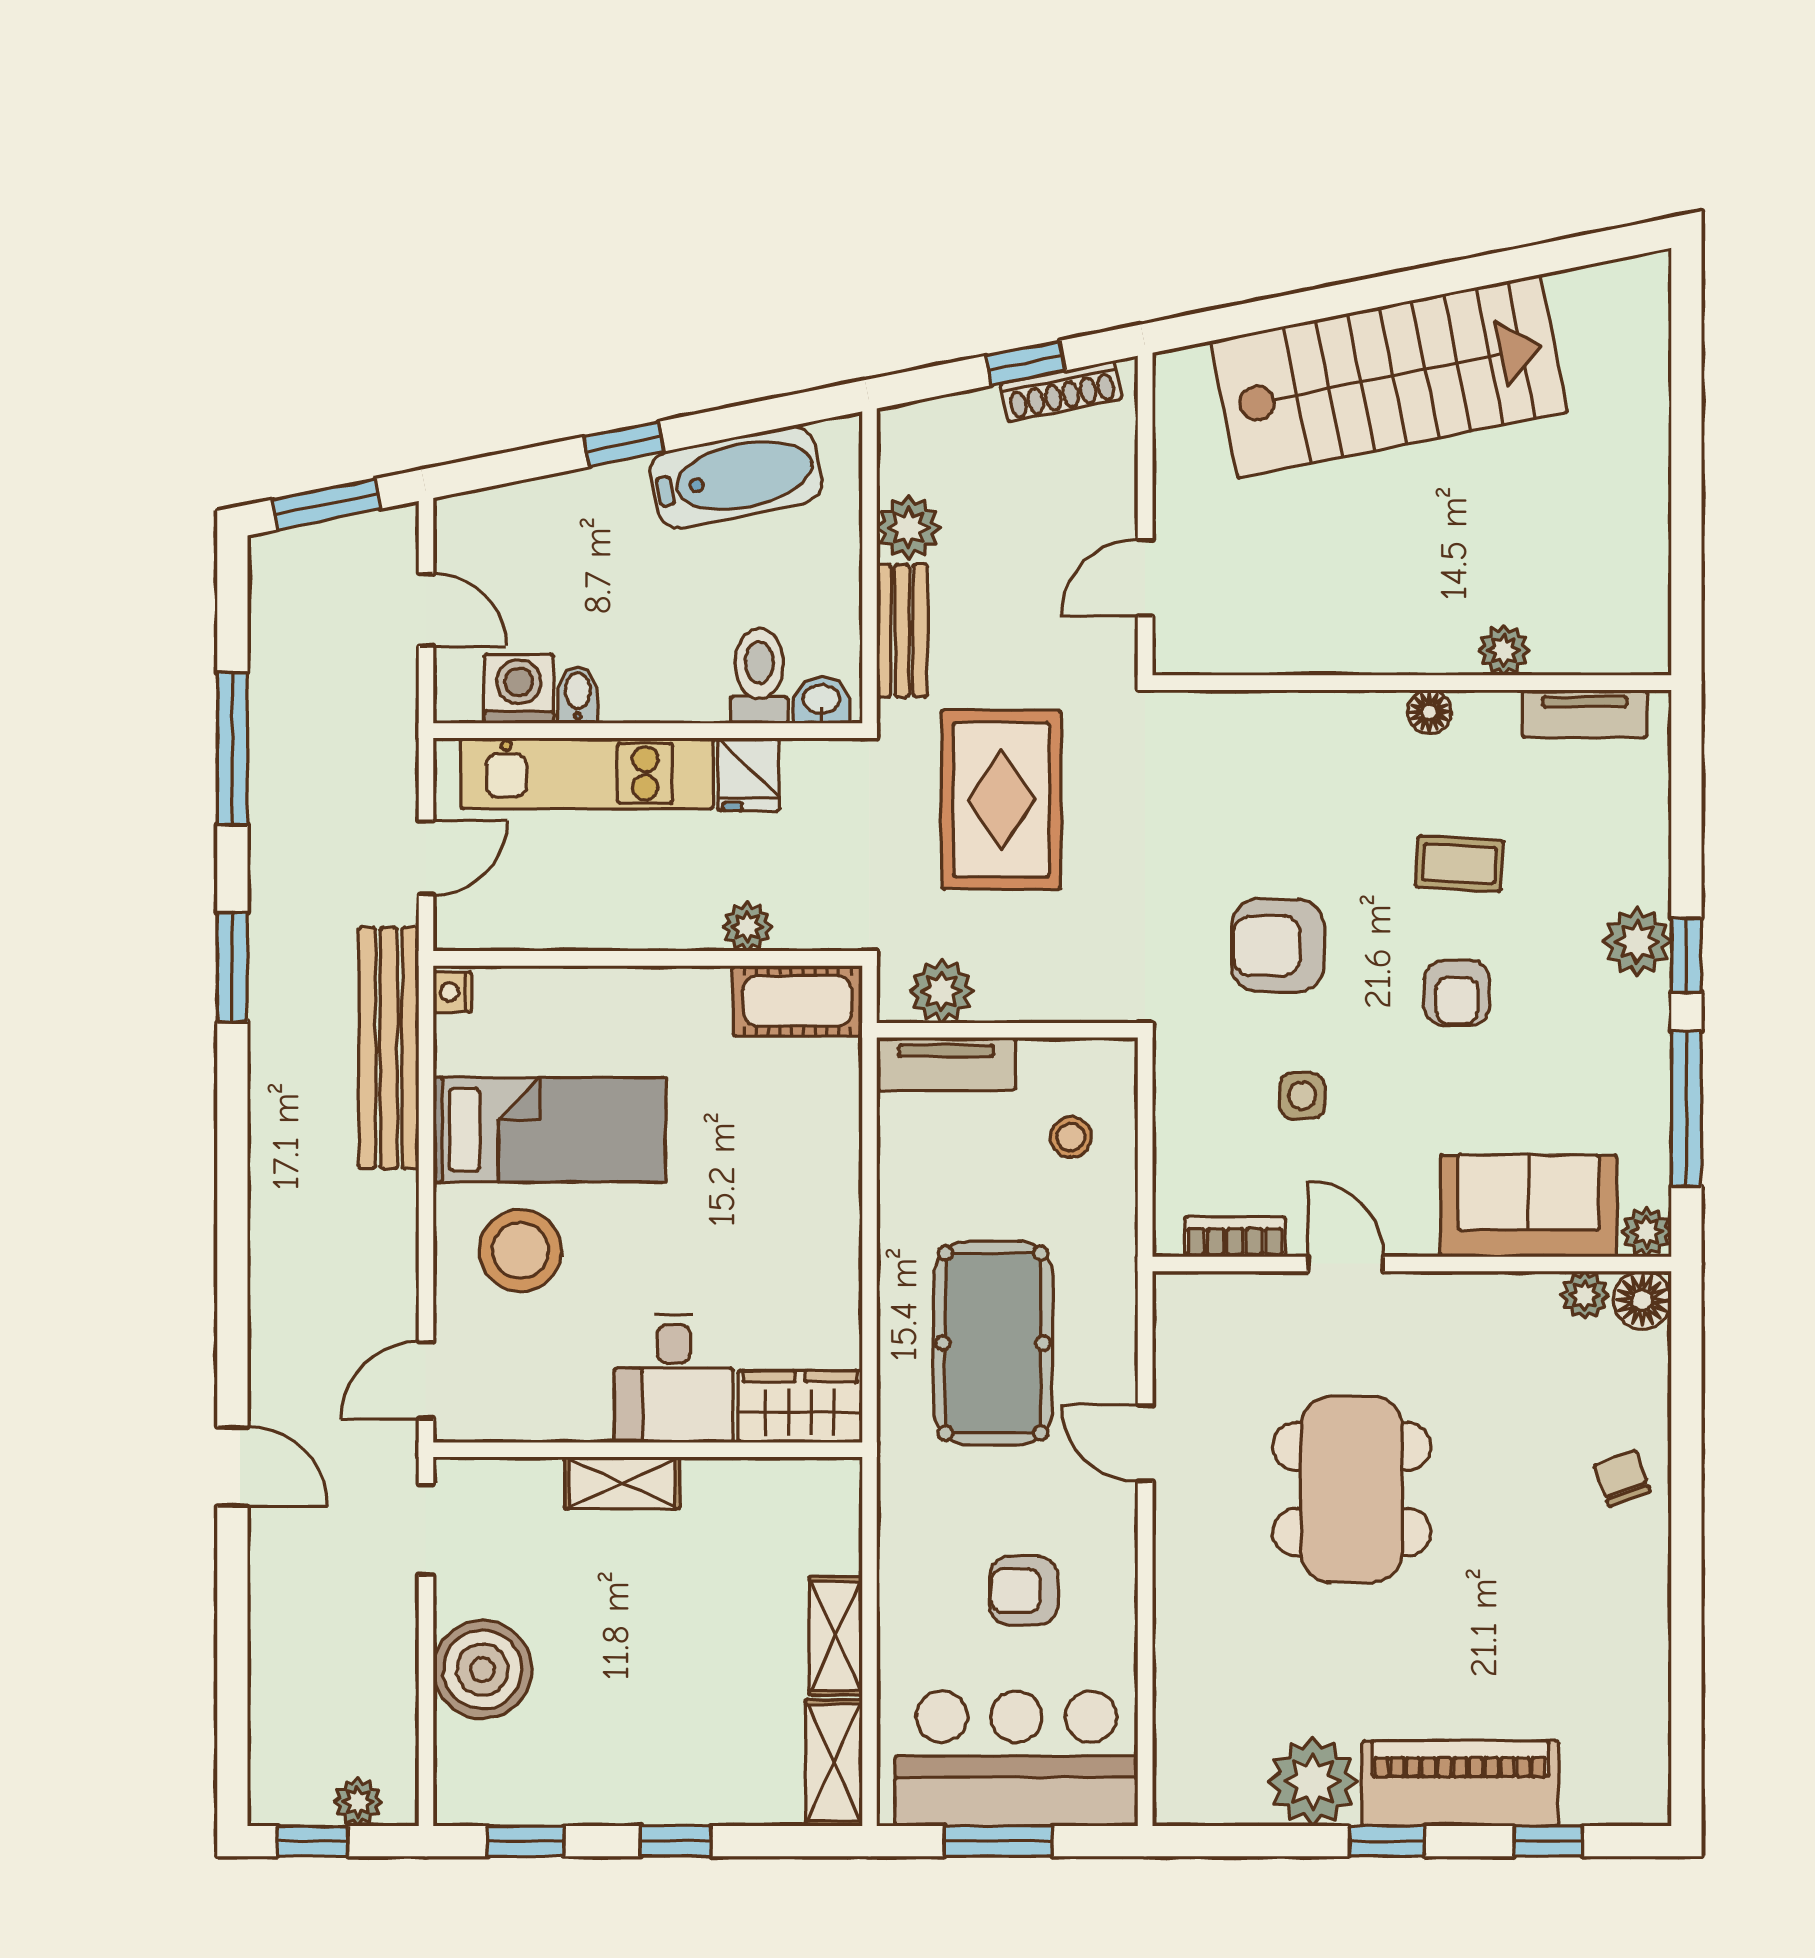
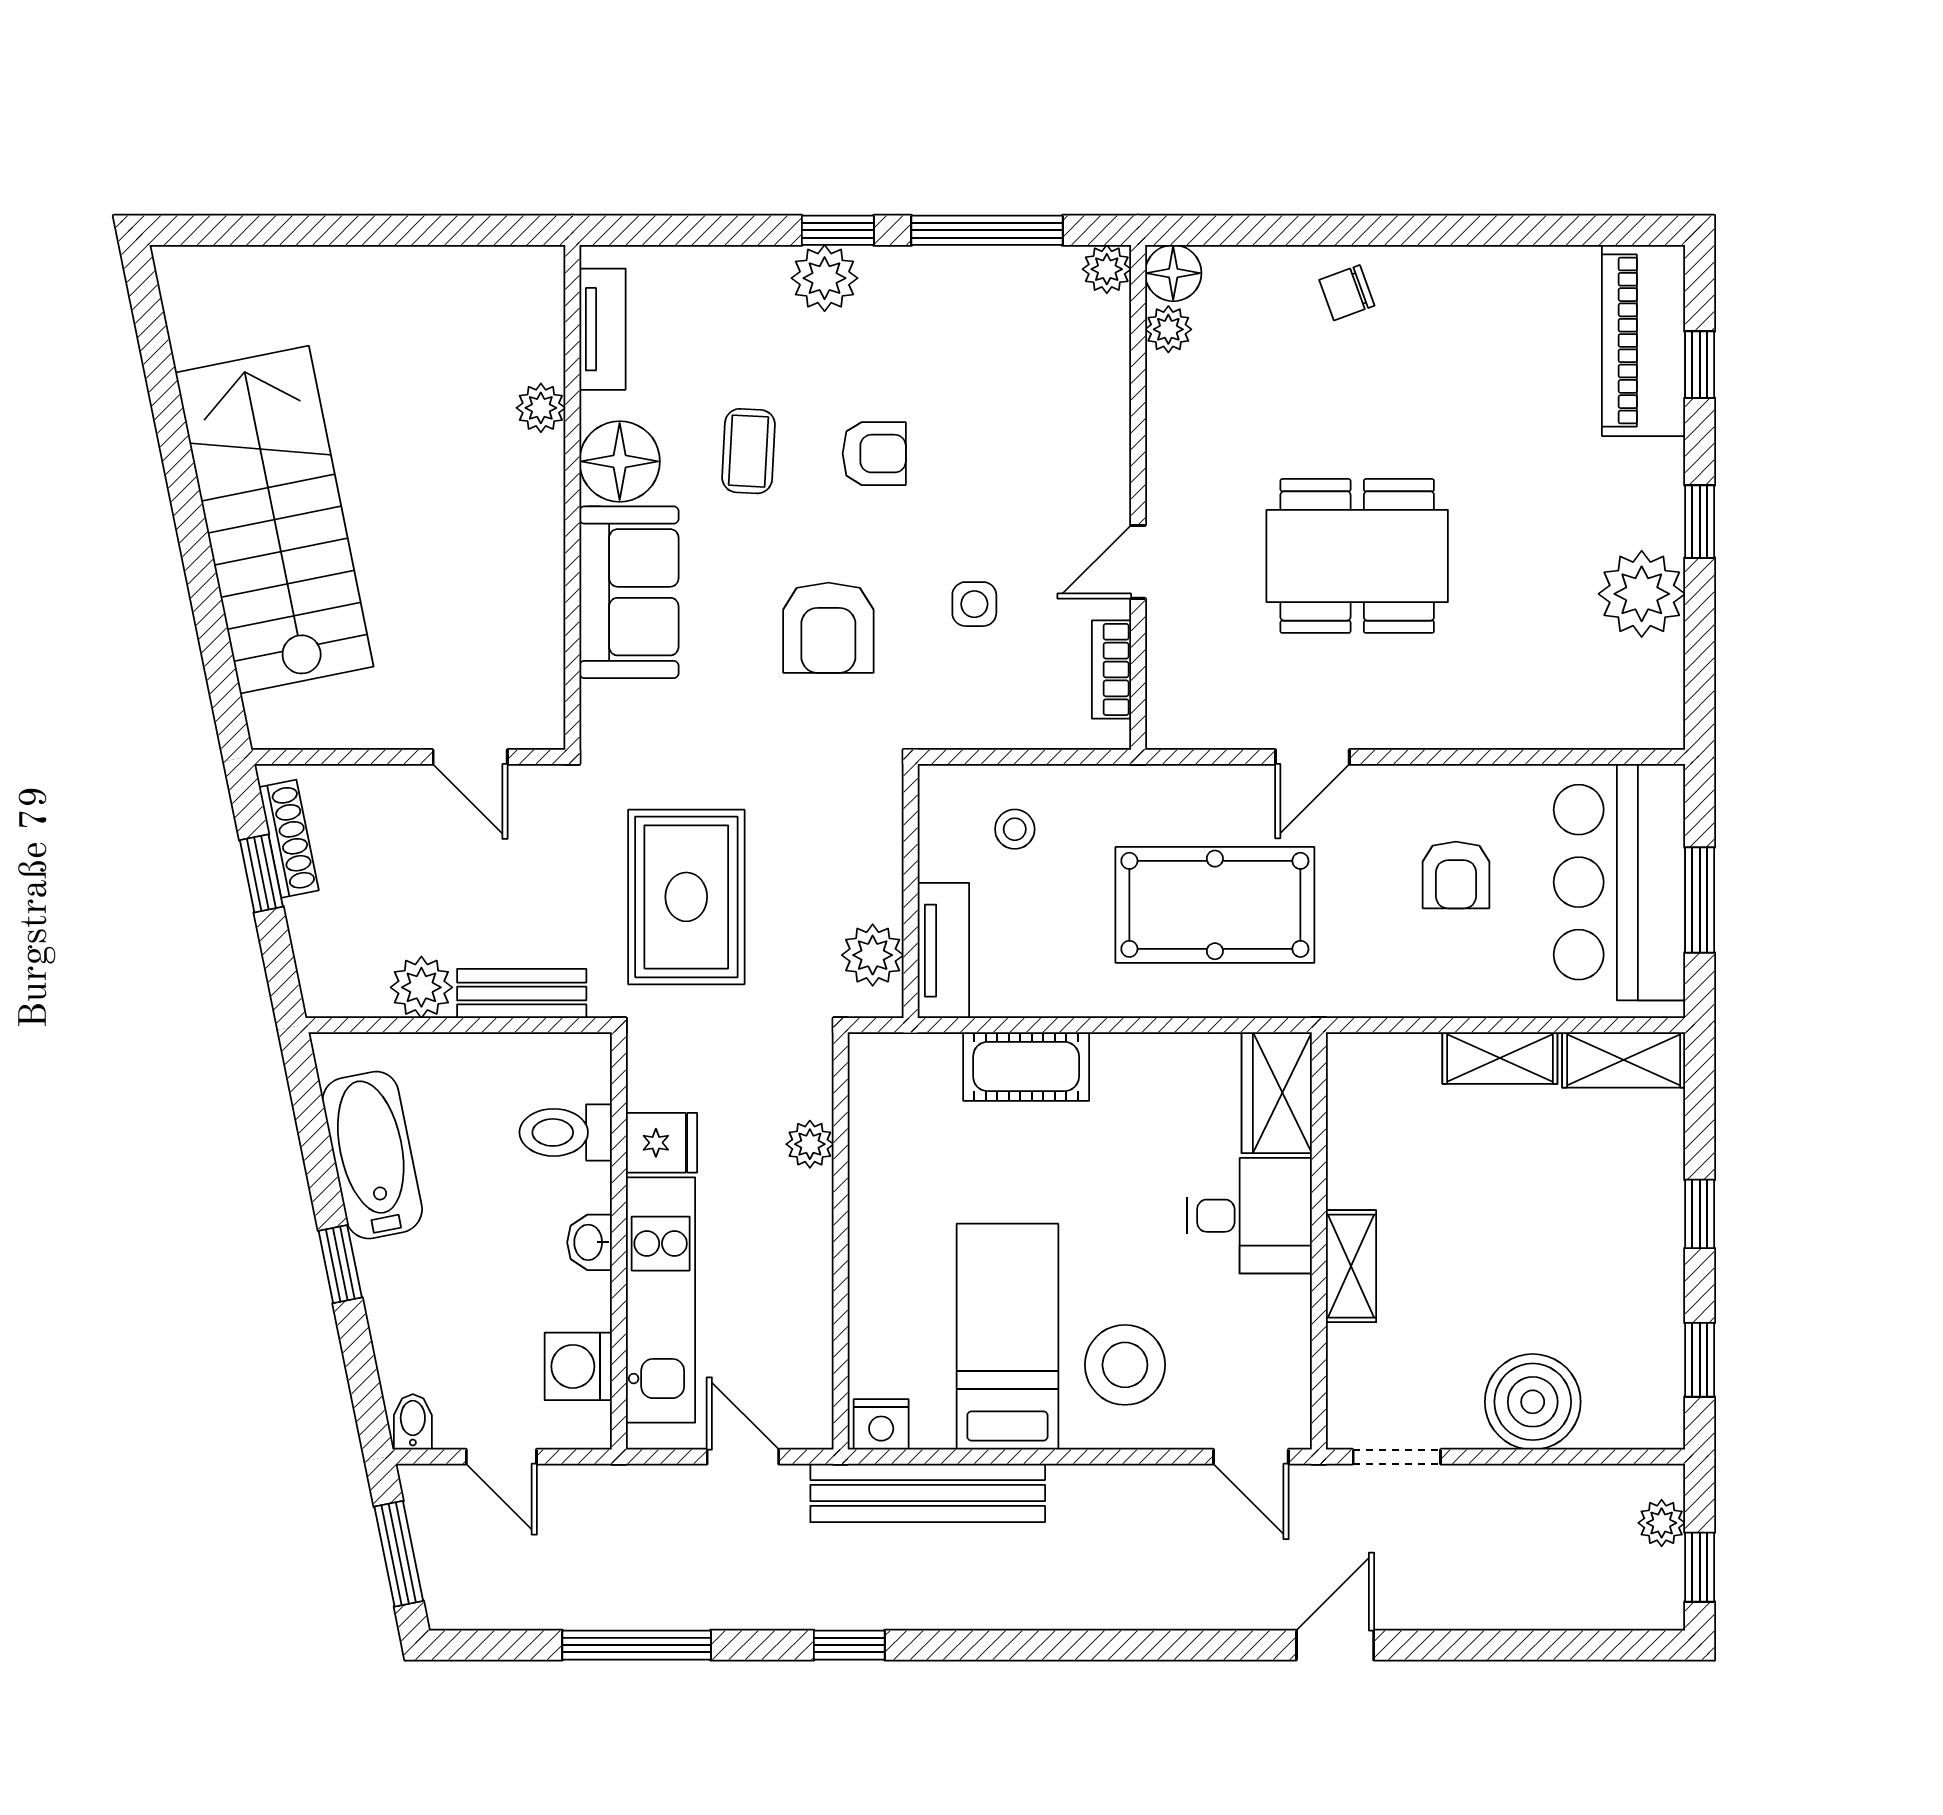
door: (426, 610) -> (501, 1457), swing flipped
bidet: (578, 695) -> (413, 1422), moved, turned 90
washbasin: (821, 700) -> (590, 1242), moved
floor lamp: (1429, 712) -> (620, 461), width x1.89, depth x1.89
rug: (1001, 800) -> (686, 897), turned 90
window: (232, 967) -> (849, 1645), width x0.67
nightstand: (452, 992) -> (881, 1424), width x1.39, depth x1.35
cot: (797, 1001) -> (1026, 1066), moved, turned 90
sofa: (1528, 1206) -> (629, 592), moved, turned 180
piano: (1460, 1783) -> (1644, 340), moved

